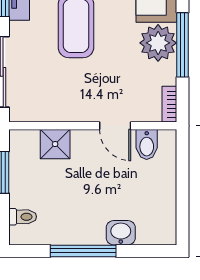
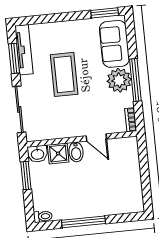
bidet: (147, 144) -> (76, 152), moved
toilet: (23, 217) -> (43, 216), moved
washbasin: (121, 233) -> (38, 154), moved, turned 180

